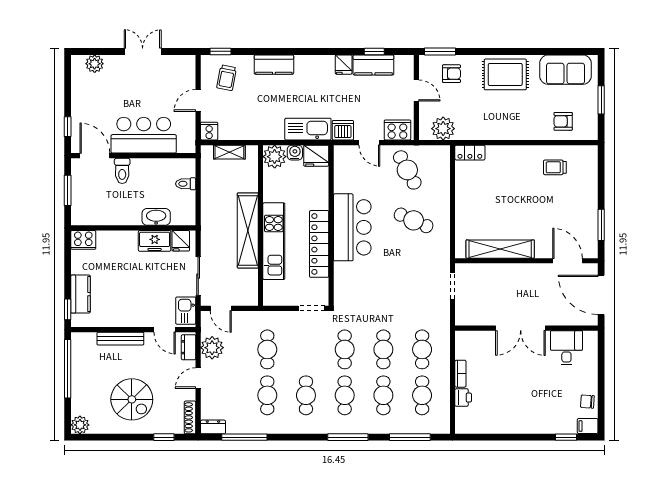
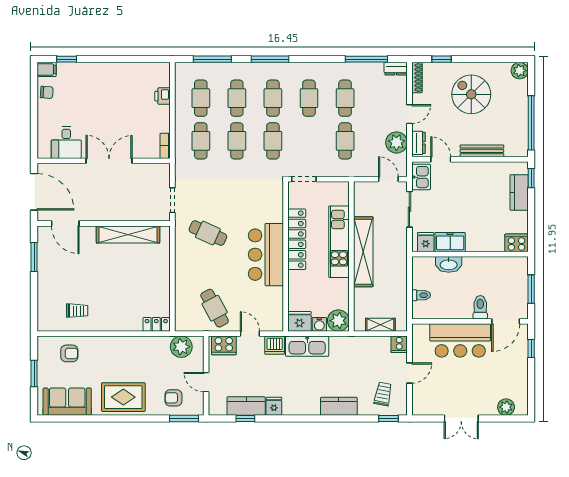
door: (95, 156) -> (506, 321), hinge flipped
cafe table: (414, 220) -> (208, 233), moved
bookcase: (460, 374) -> (165, 146), moved

